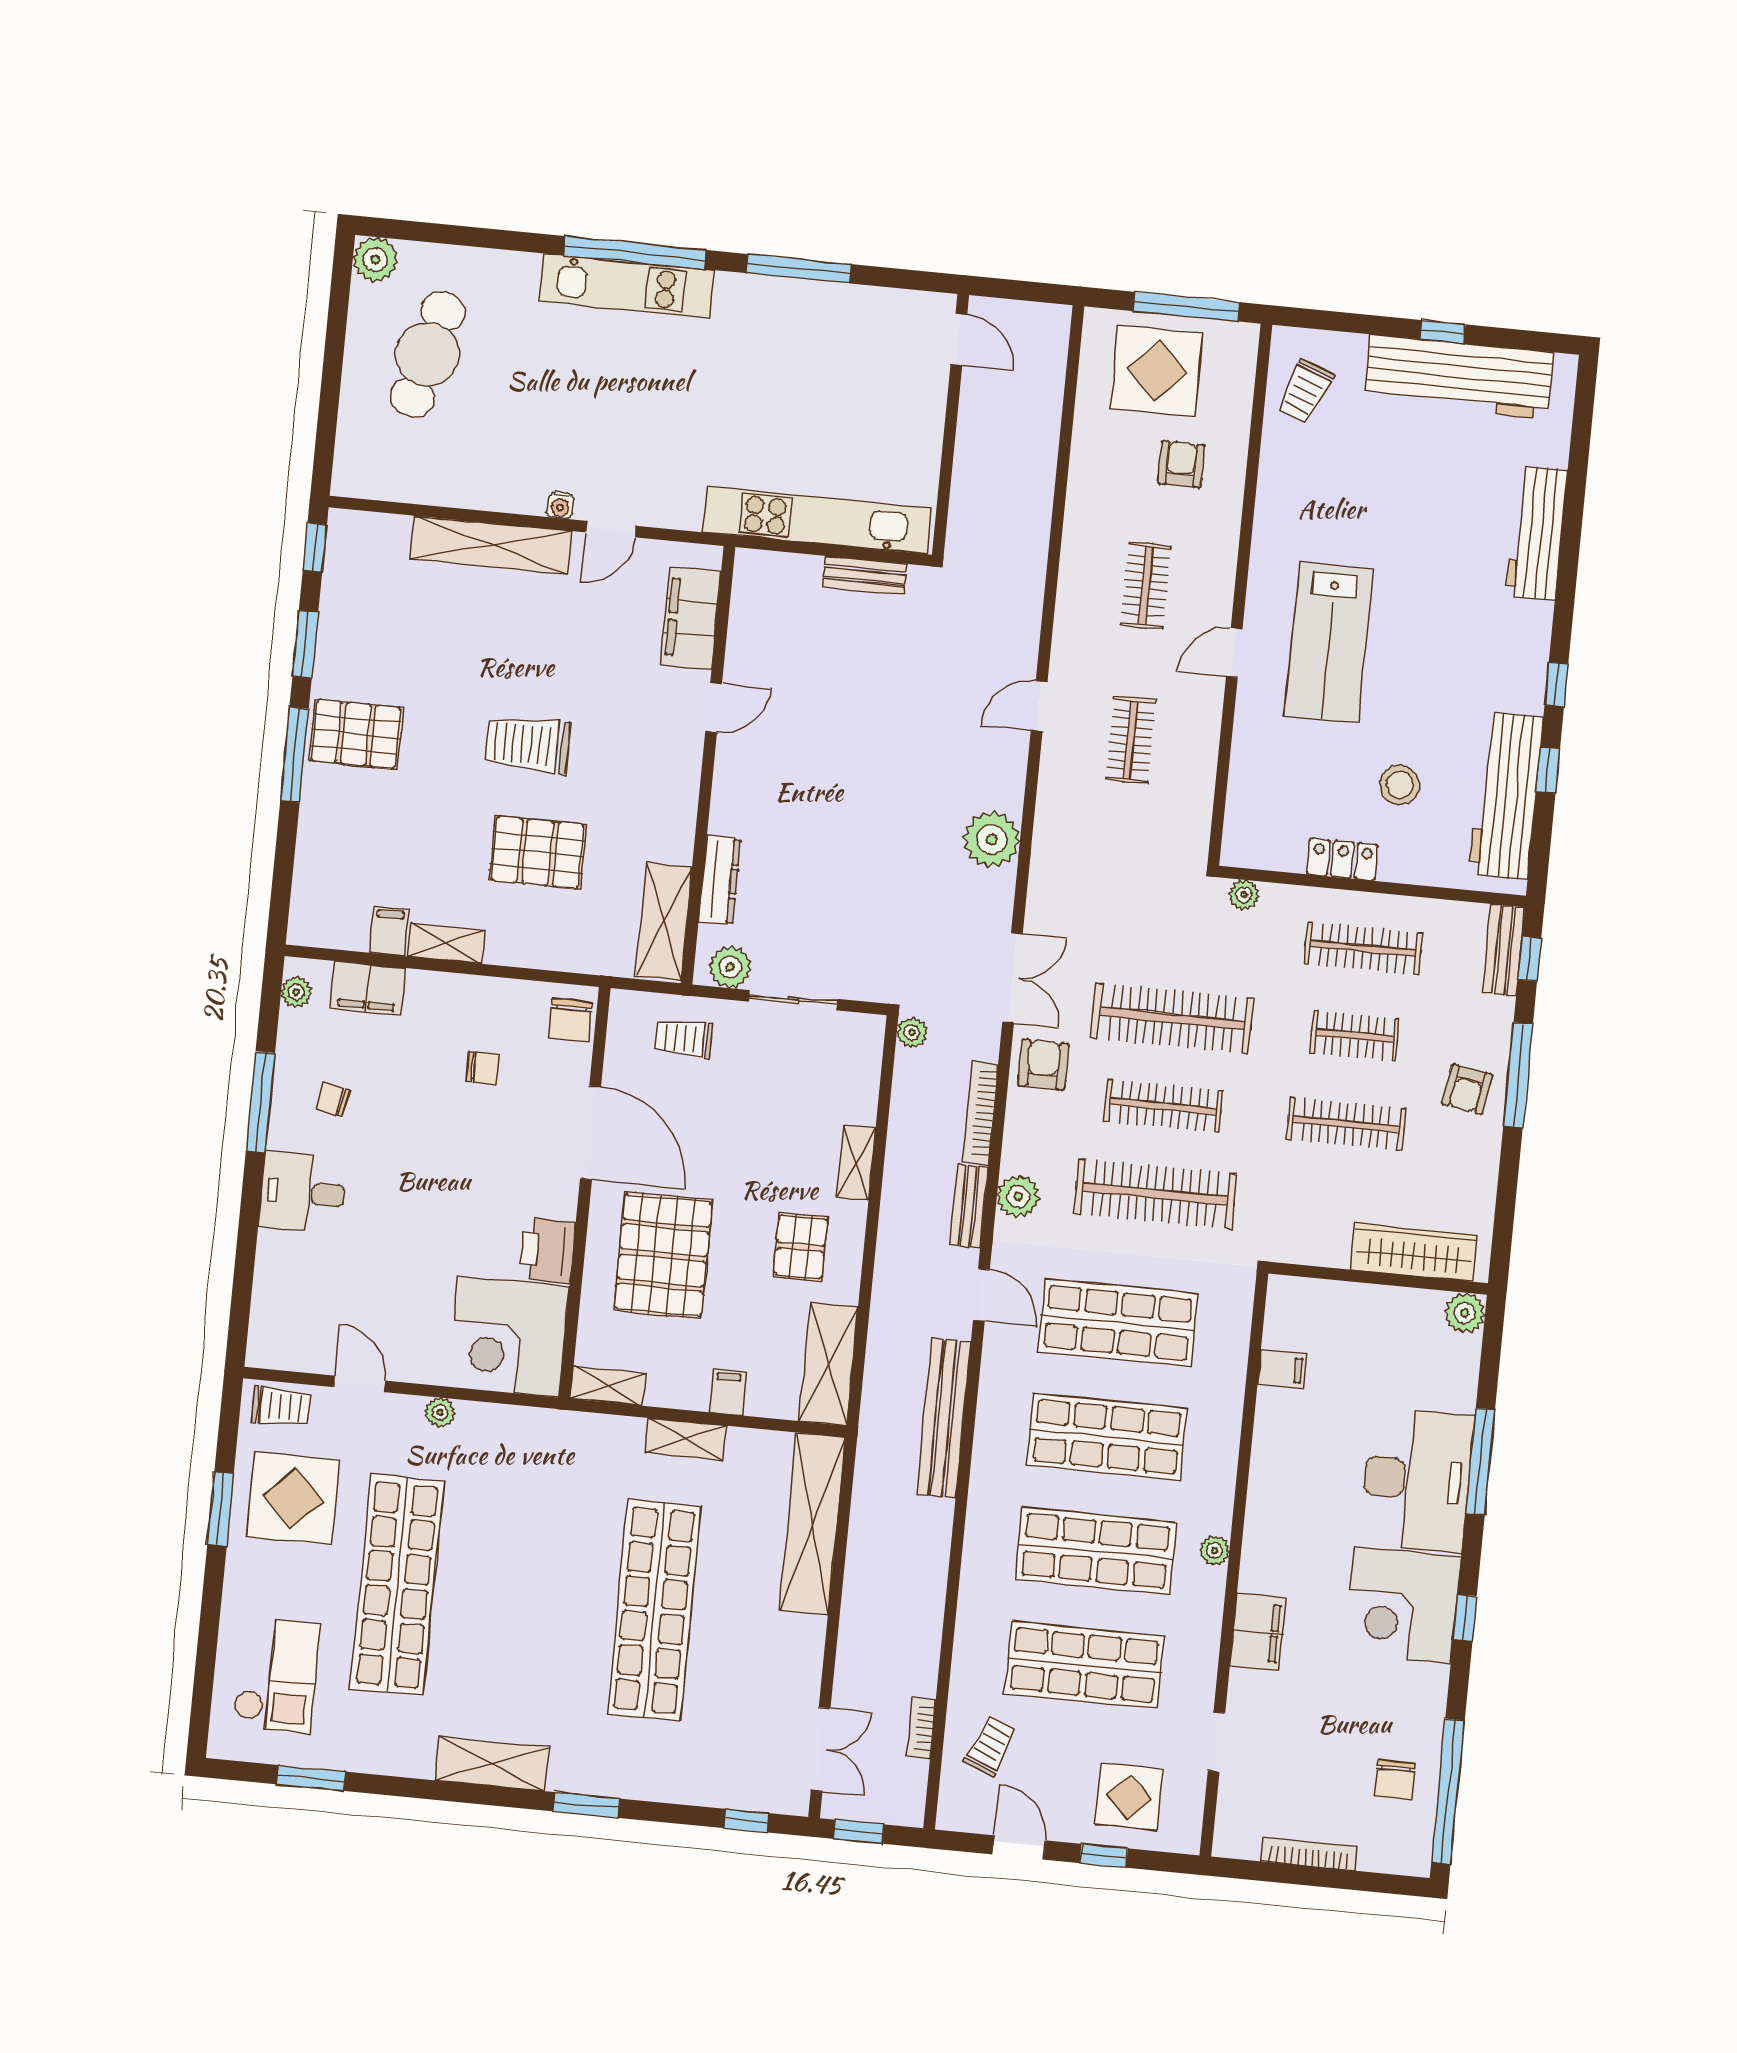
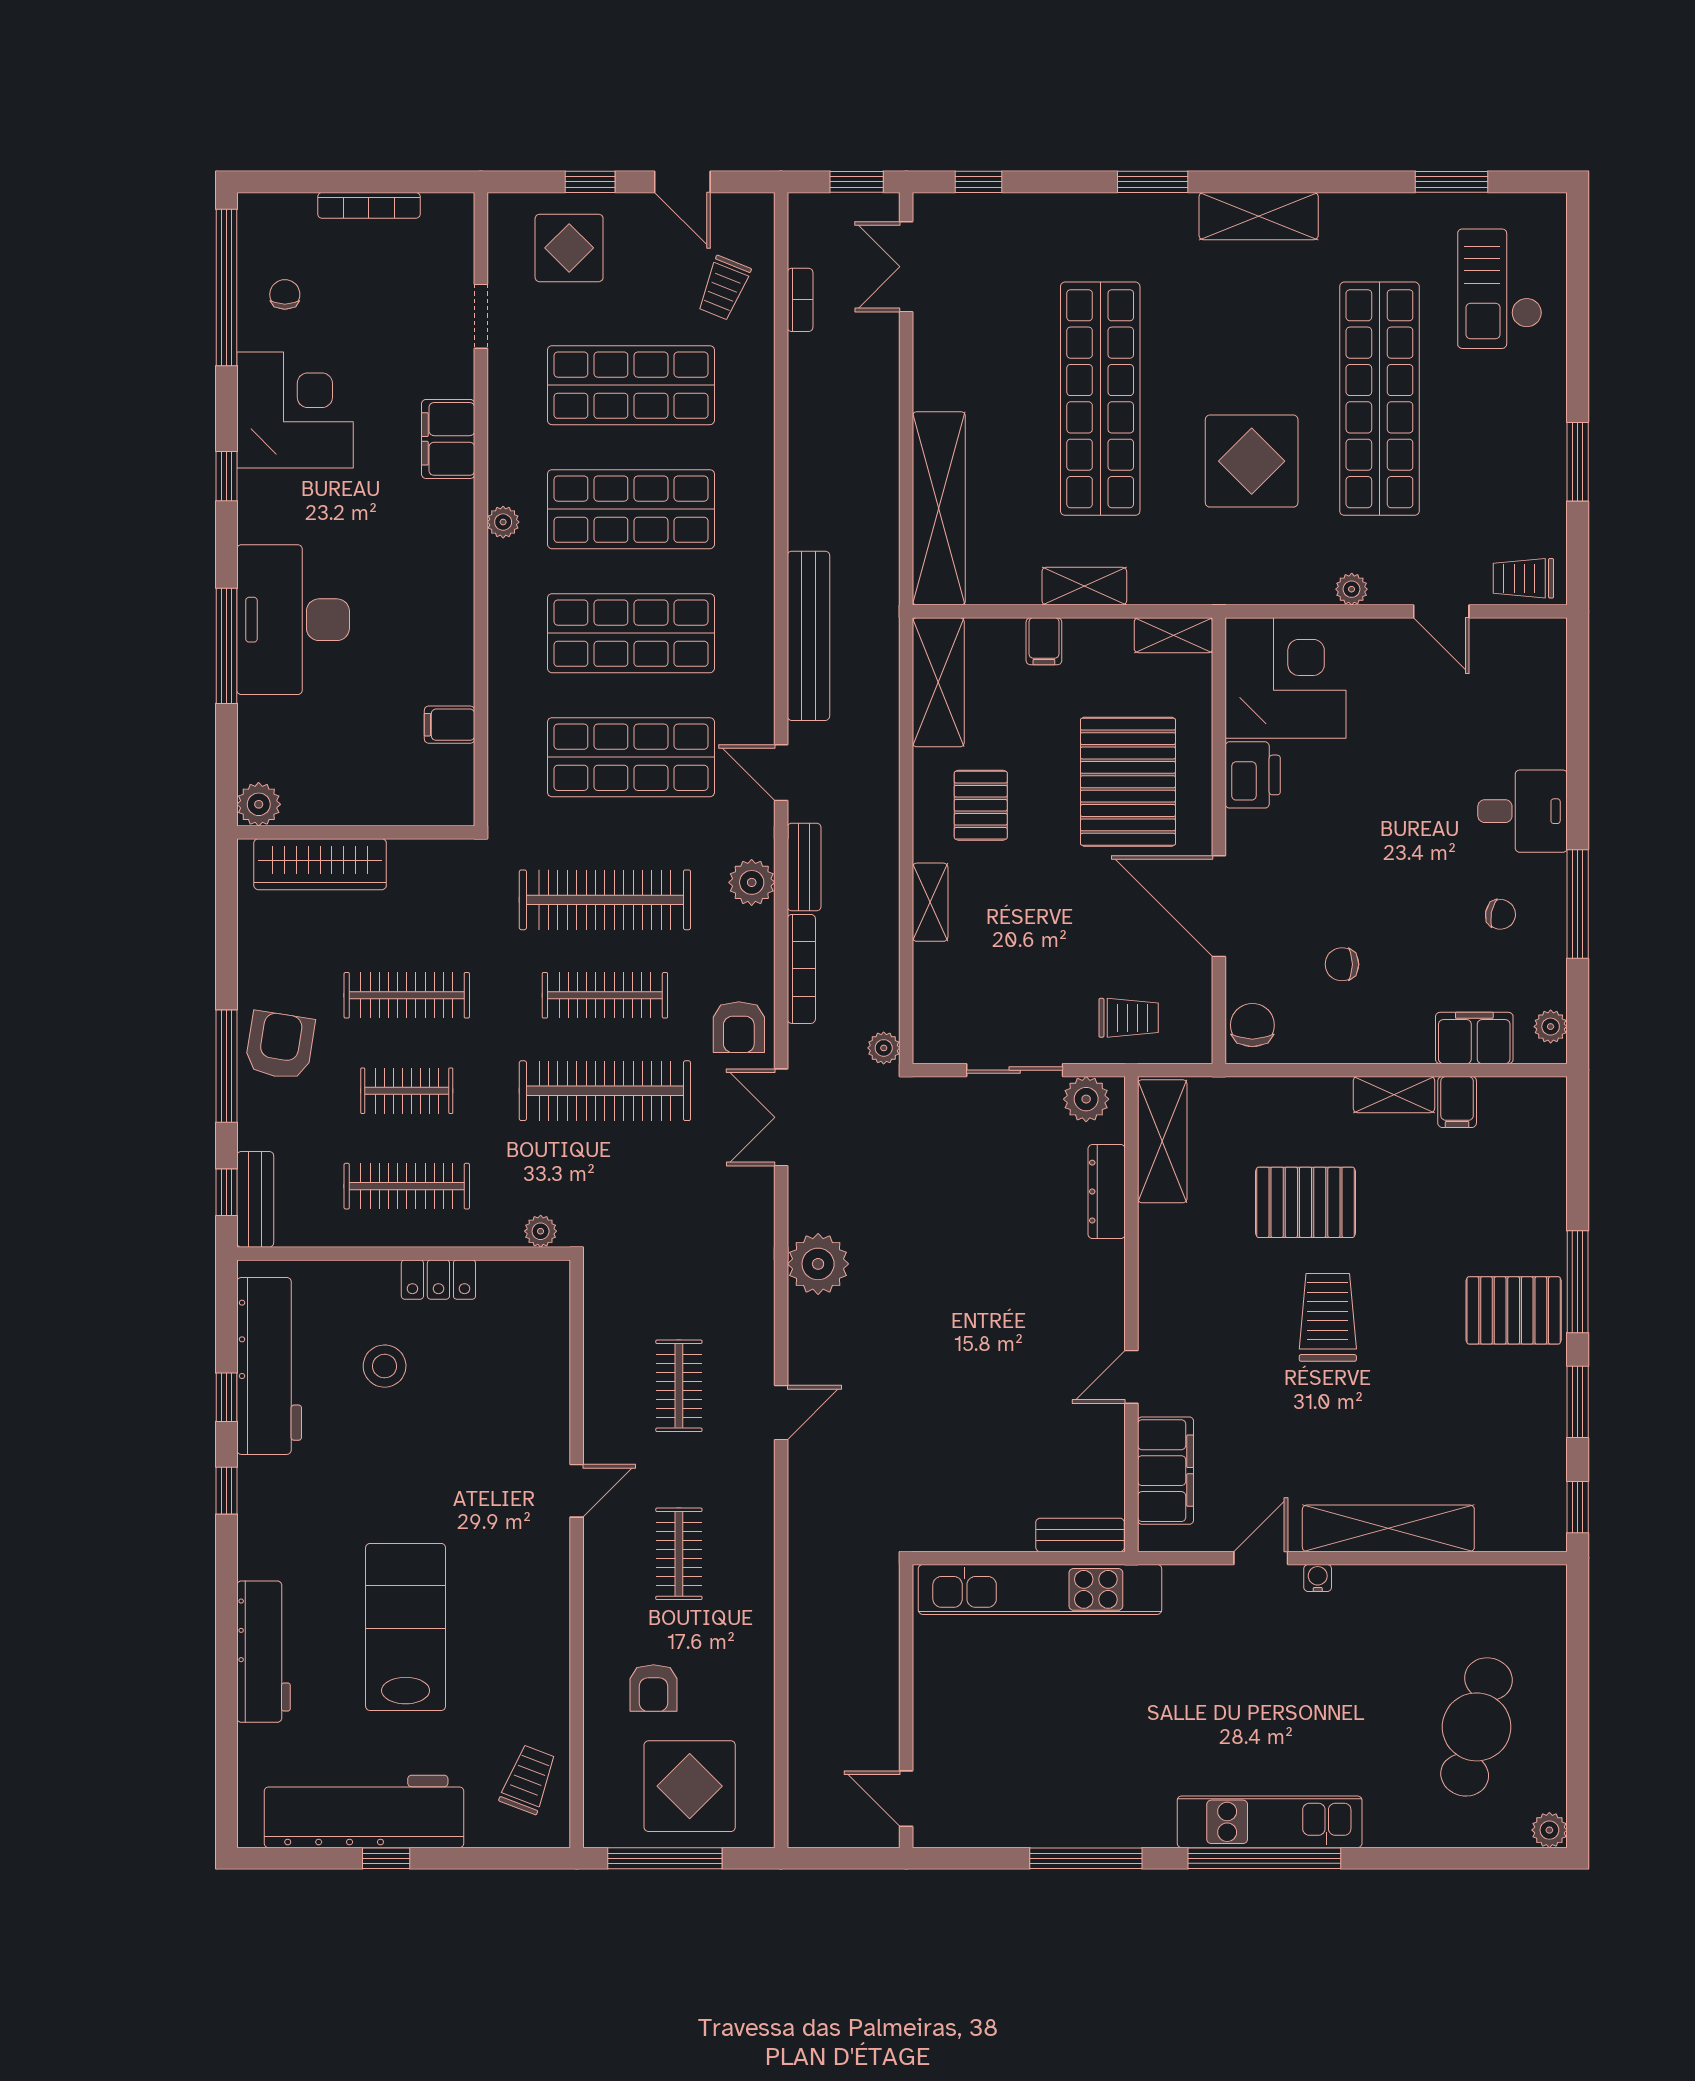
plant: (375, 260) -> (1549, 1830), width x0.73, depth x0.73
bench: (865, 575) -> (1080, 1535), moved
lab bench: (1329, 643) -> (406, 1627), moved
trolley: (528, 744) -> (1328, 1317), turned -90
armchair: (1467, 1089) -> (280, 1046), width x1.38, depth x1.38
display table: (293, 1498) -> (1252, 461), moved
corner desk: (1402, 1605) -> (295, 410), moved
chair: (1395, 1780) -> (285, 294), width x0.73, depth x0.73

